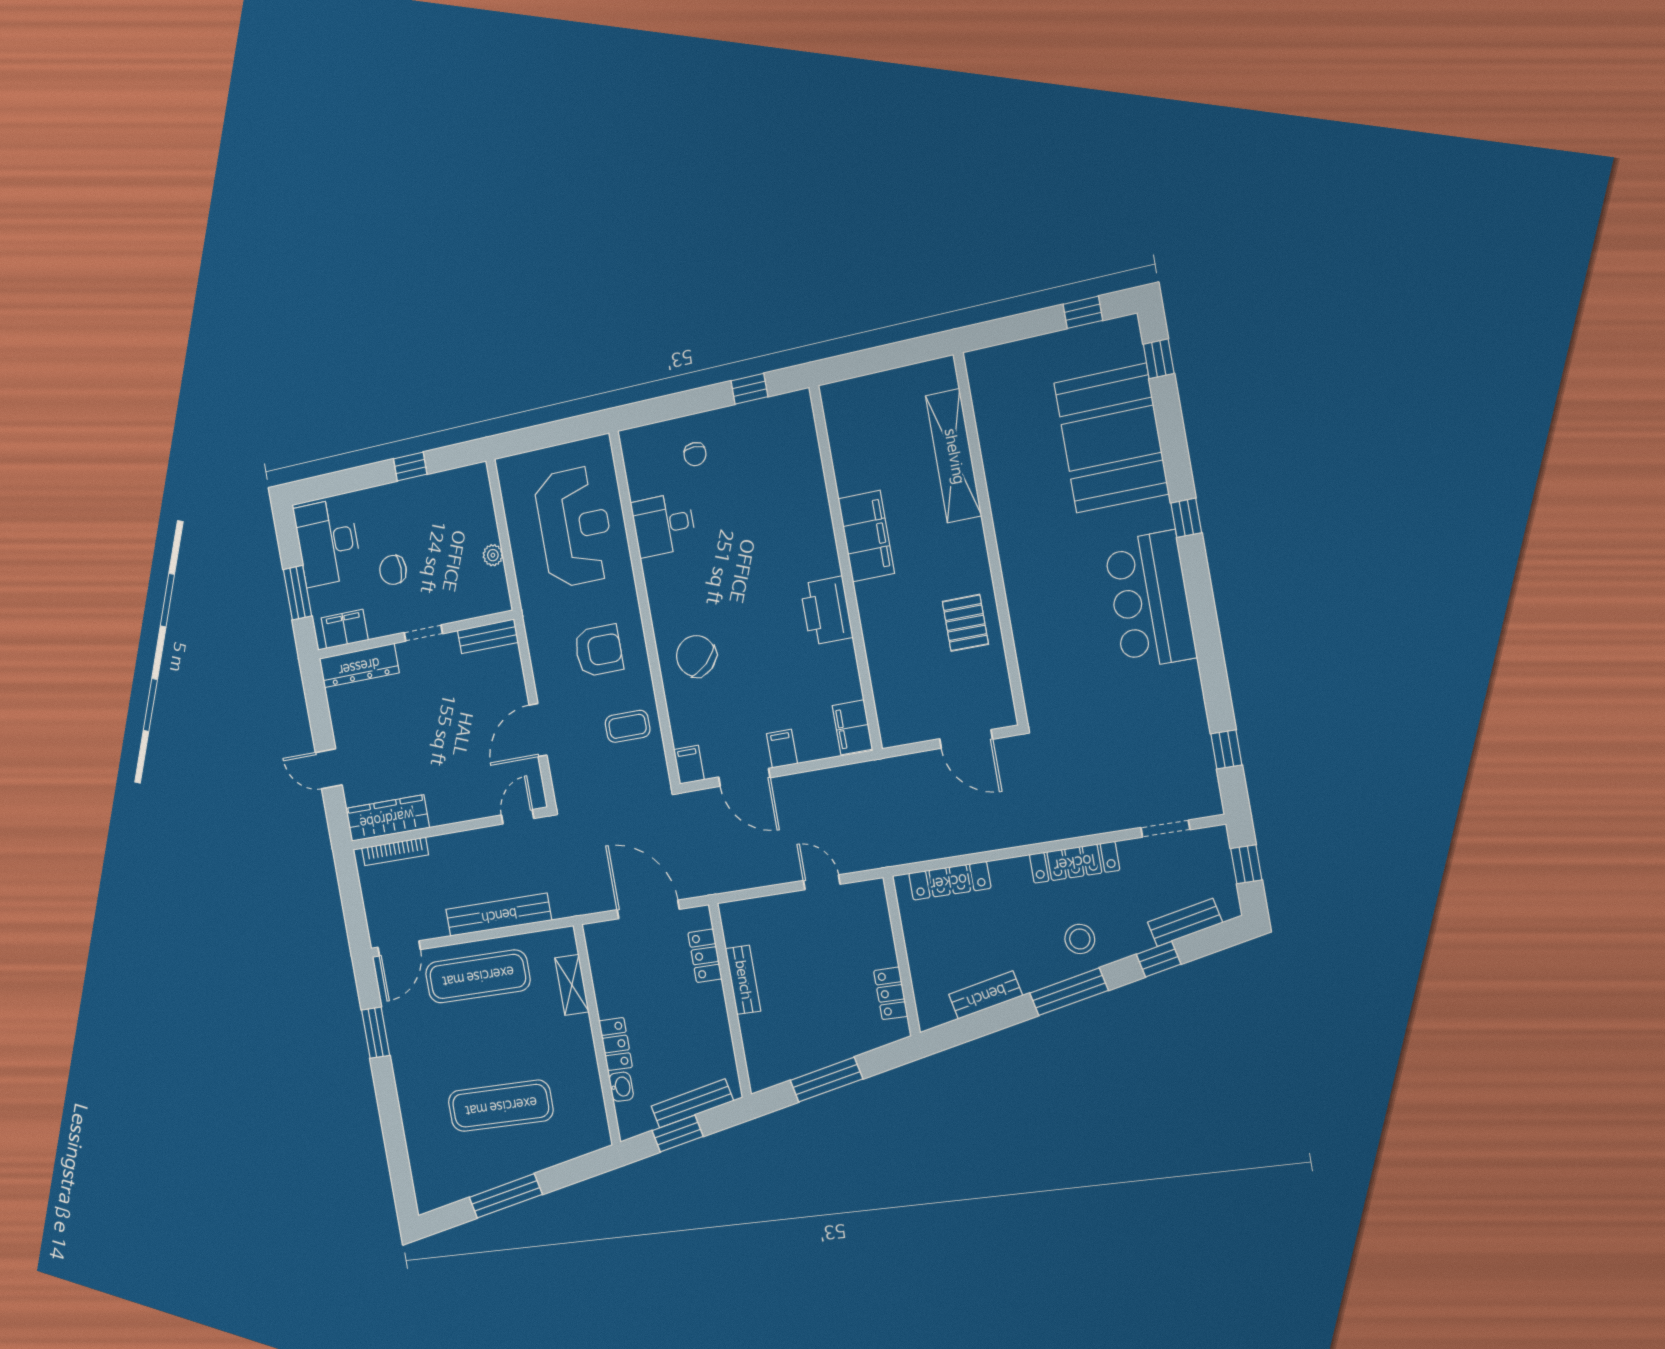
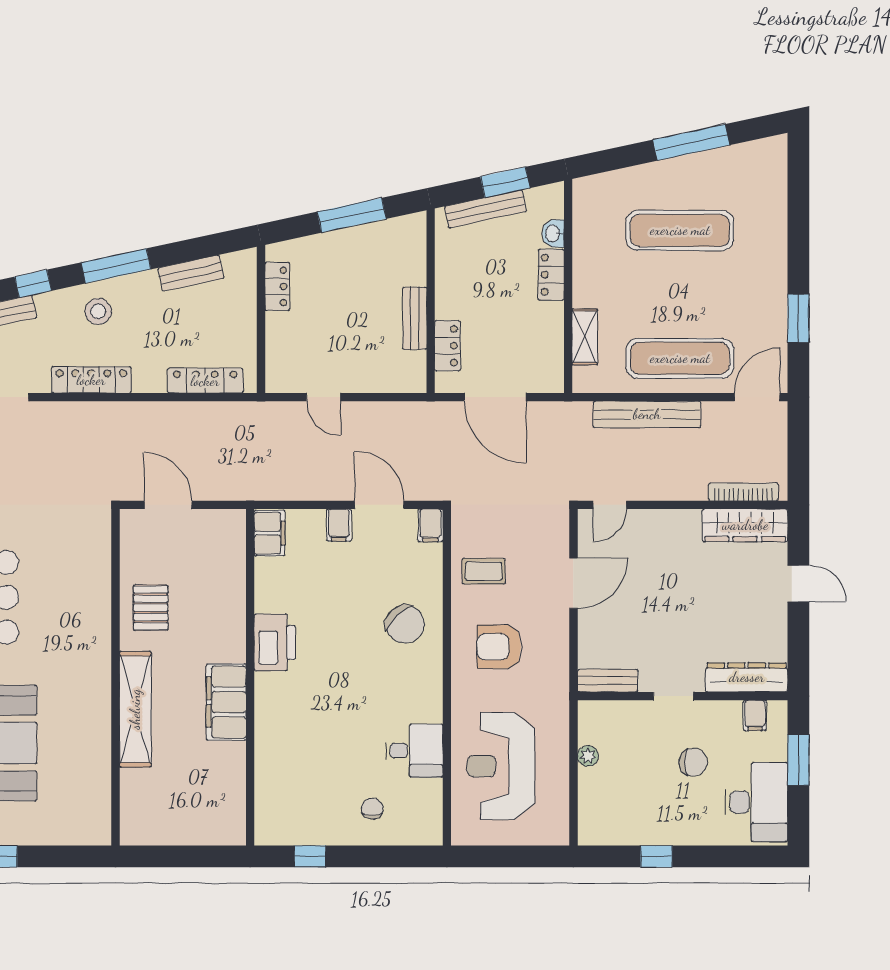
shelving: (954, 456) -> (135, 709), moved
filing cabinet: (345, 629) -> (755, 715), width x0.50

